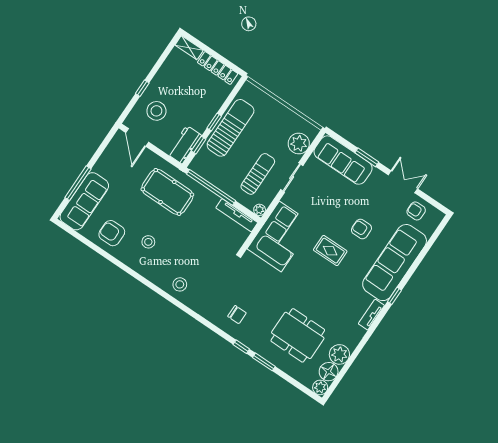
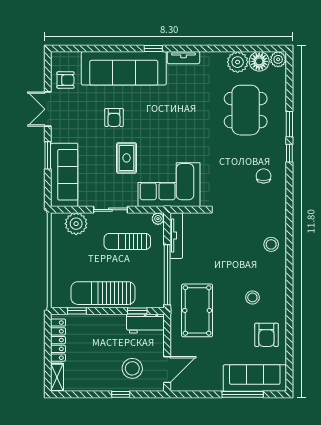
window: (214, 122) -> (77, 311), moved
armchair: (416, 211) -> (66, 80), turned -90
rug: (330, 251) -> (127, 158), moved

